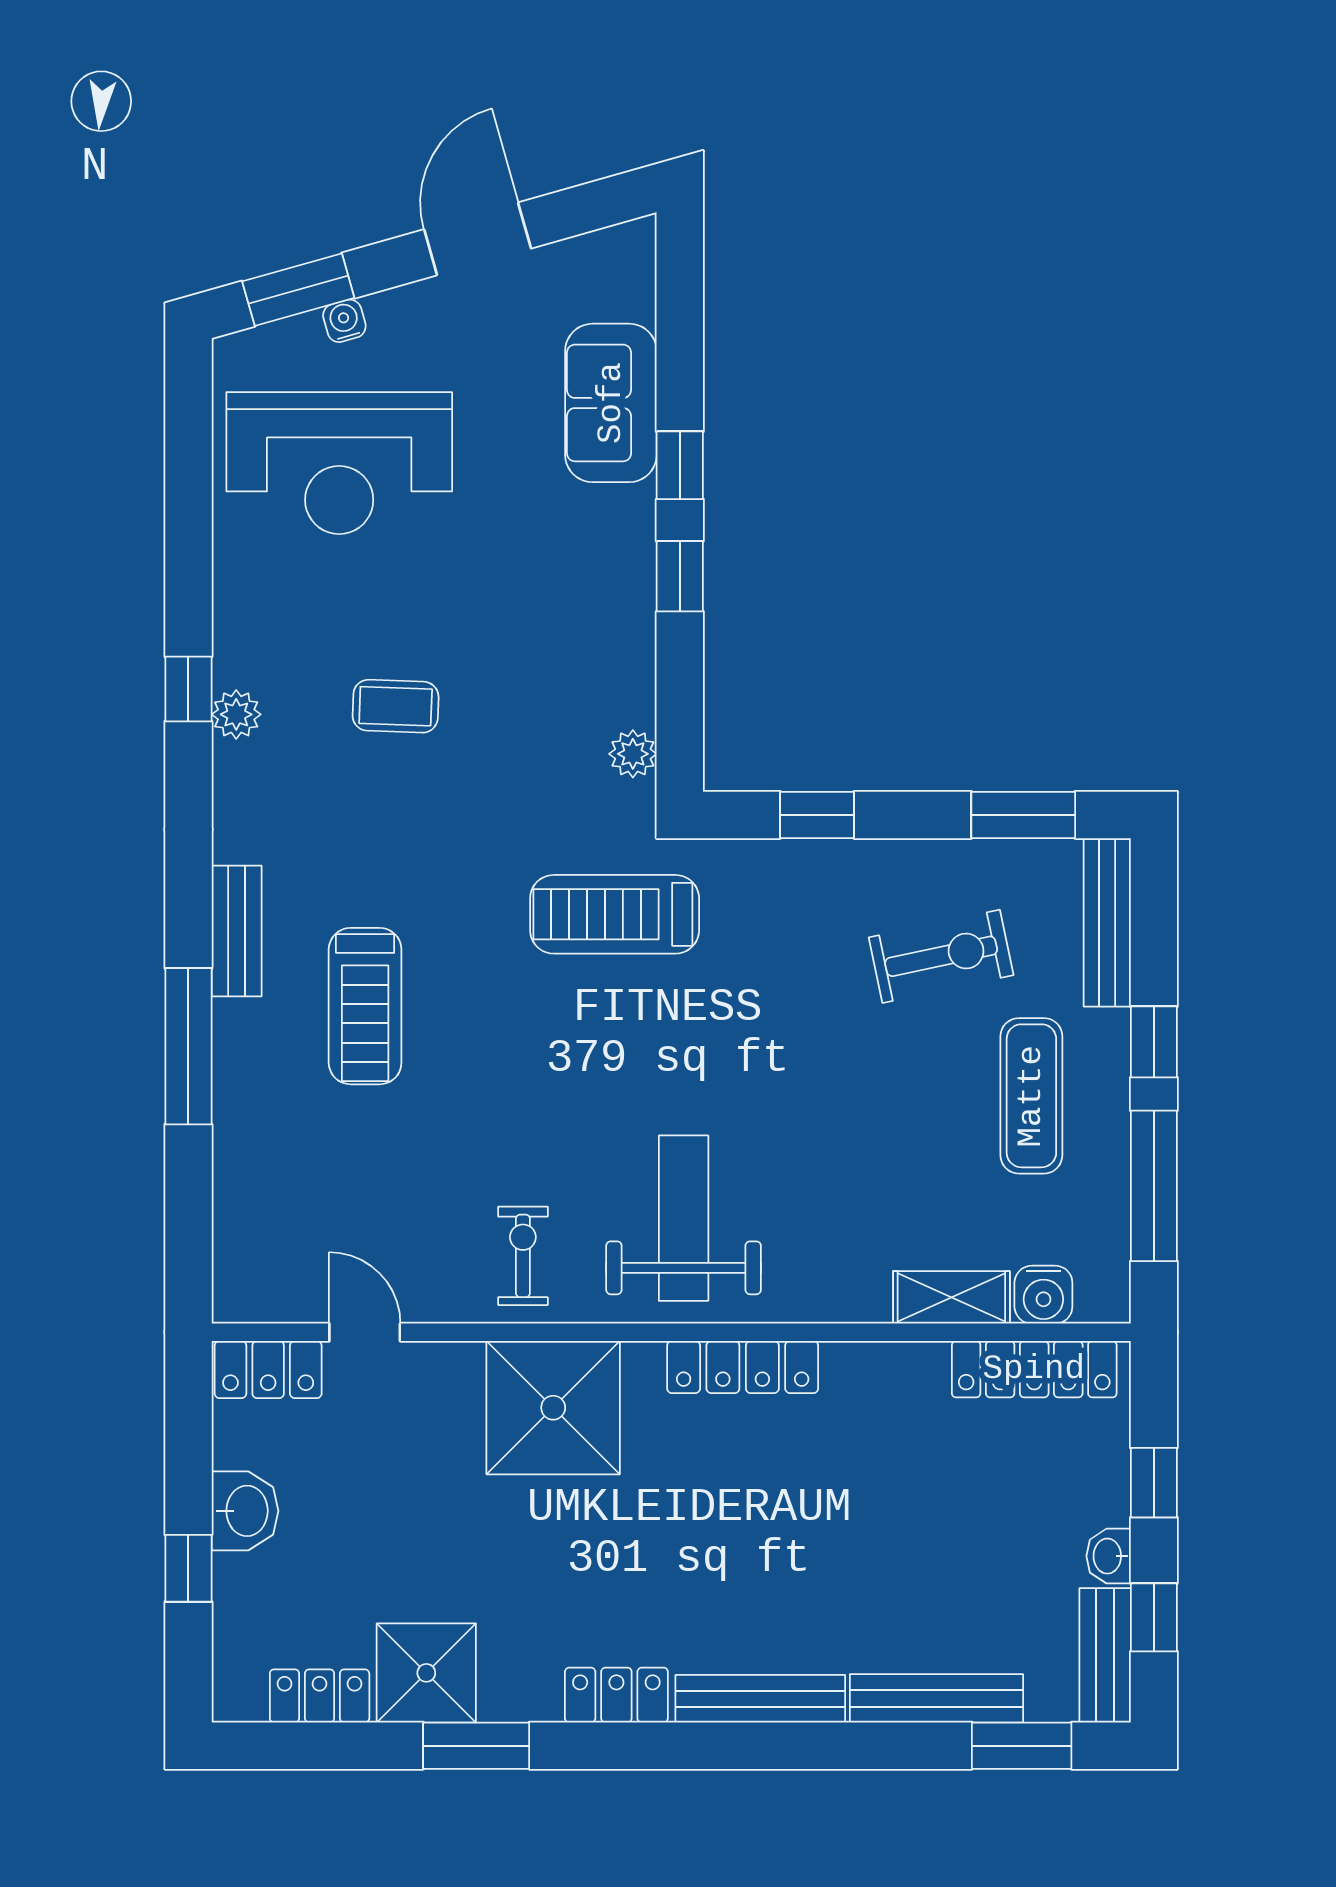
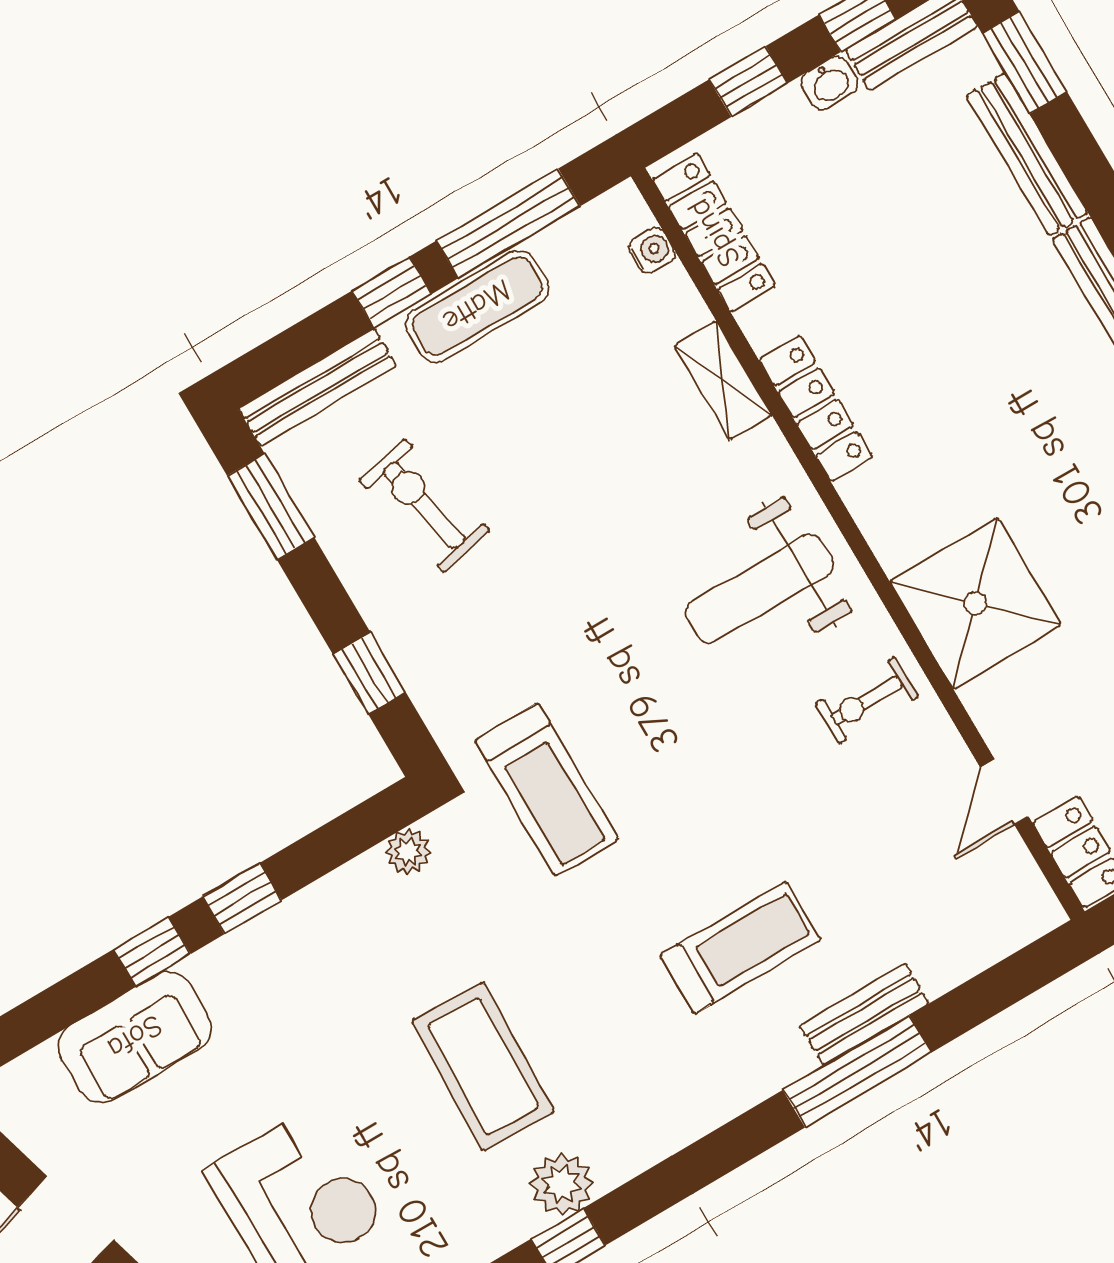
coffee table: (396, 706) -> (483, 1066), width x1.86, depth x1.72
plant: (236, 714) -> (562, 1184), width x1.38, depth x1.38
bench: (237, 931) -> (864, 1015), moved
exercise mat: (1031, 1096) -> (477, 306), moved
water cooler: (1043, 1295) -> (652, 250), width x0.72, depth x0.72
shelving: (951, 1297) -> (723, 380), moved
locker: (743, 1367) -> (816, 409), moved

